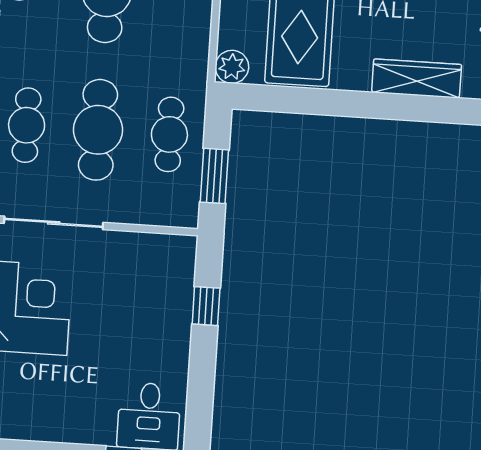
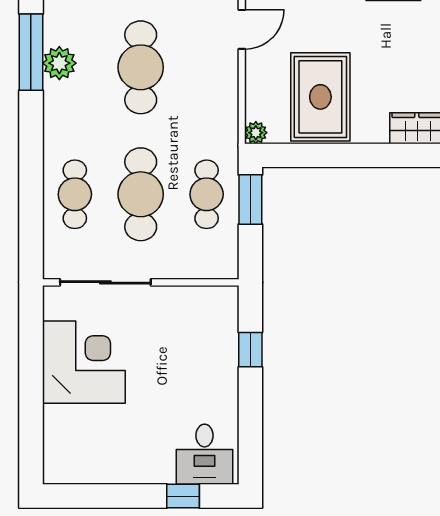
plant: (232, 67) -> (256, 133), width x0.73, depth x0.73
window: (214, 176) -> (250, 199), moved

